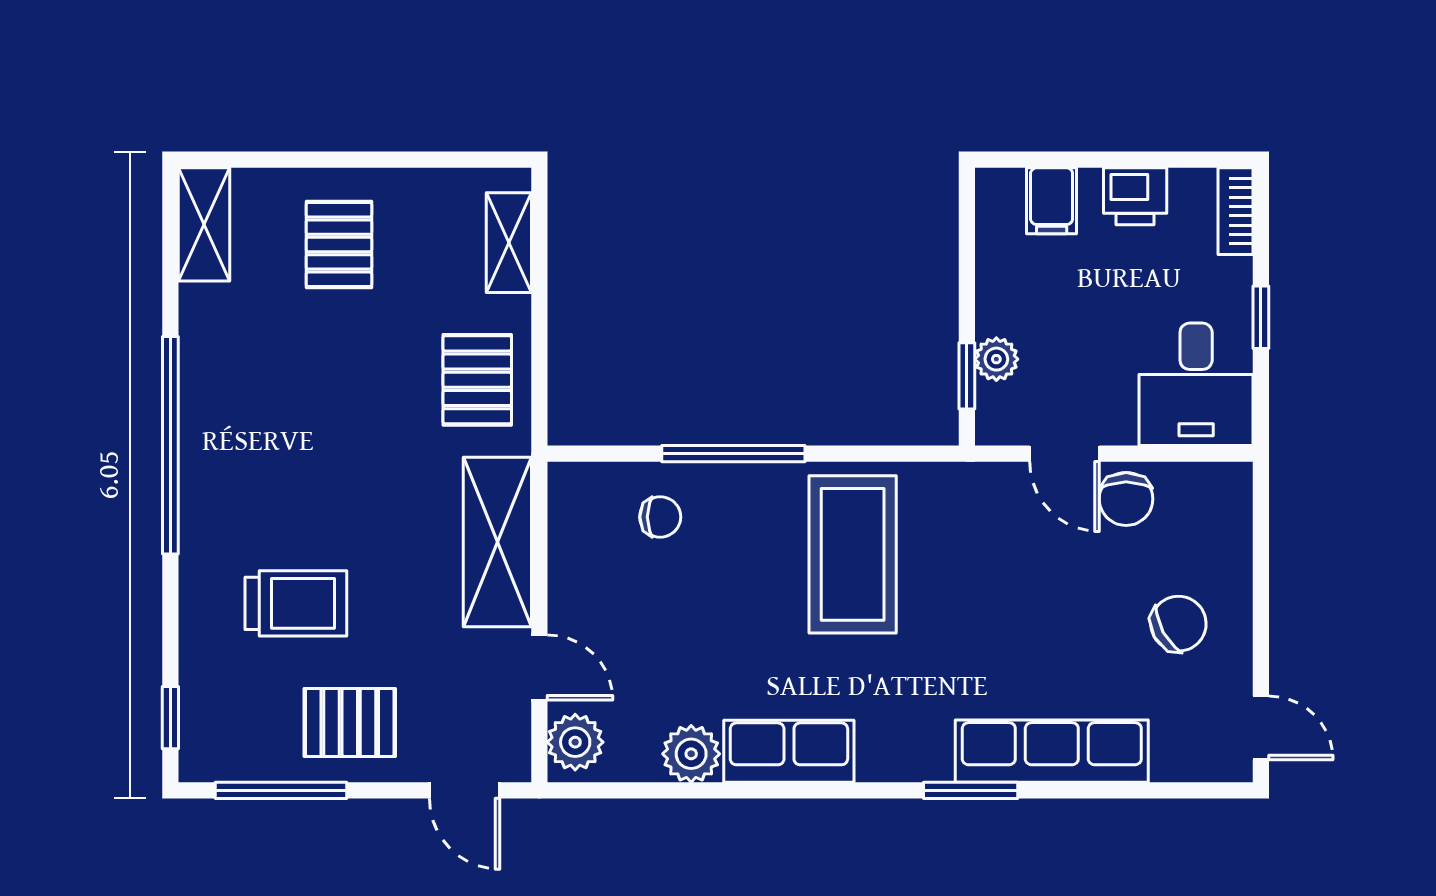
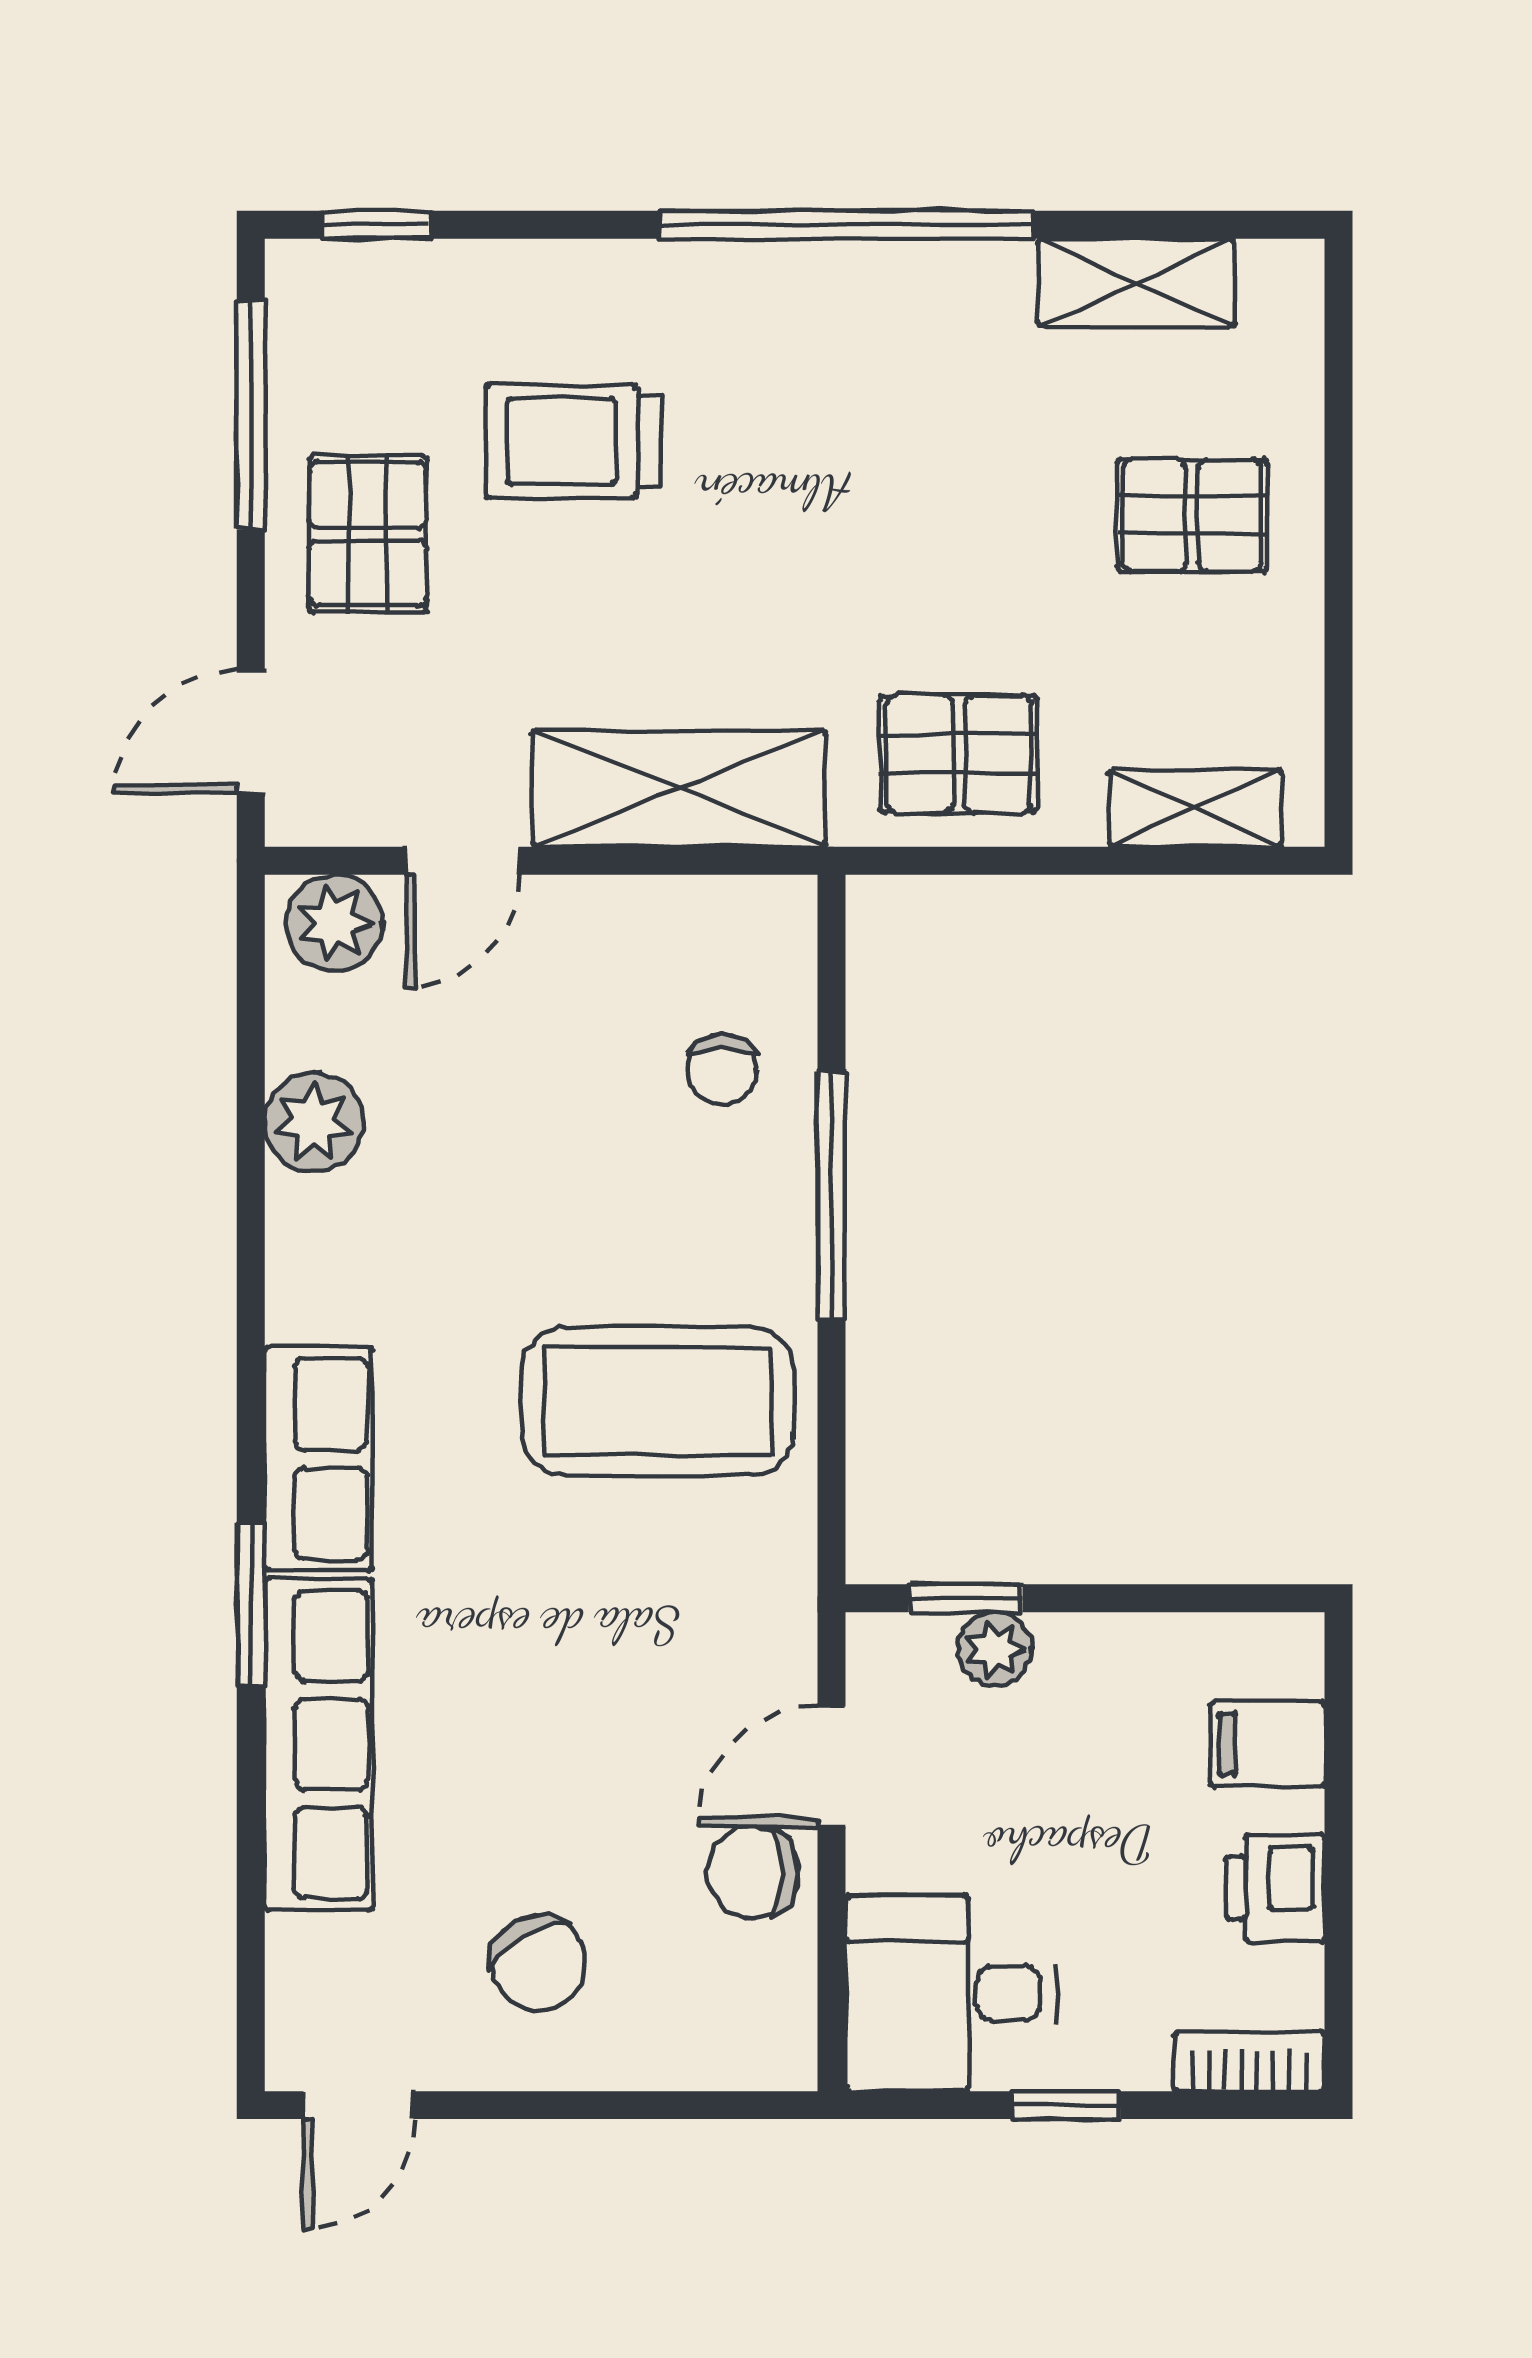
shelving: (204, 224) -> (1136, 283), moved
trolley: (296, 603) -> (573, 441), turned 90
row of seats: (789, 751) -> (318, 1459), moved

